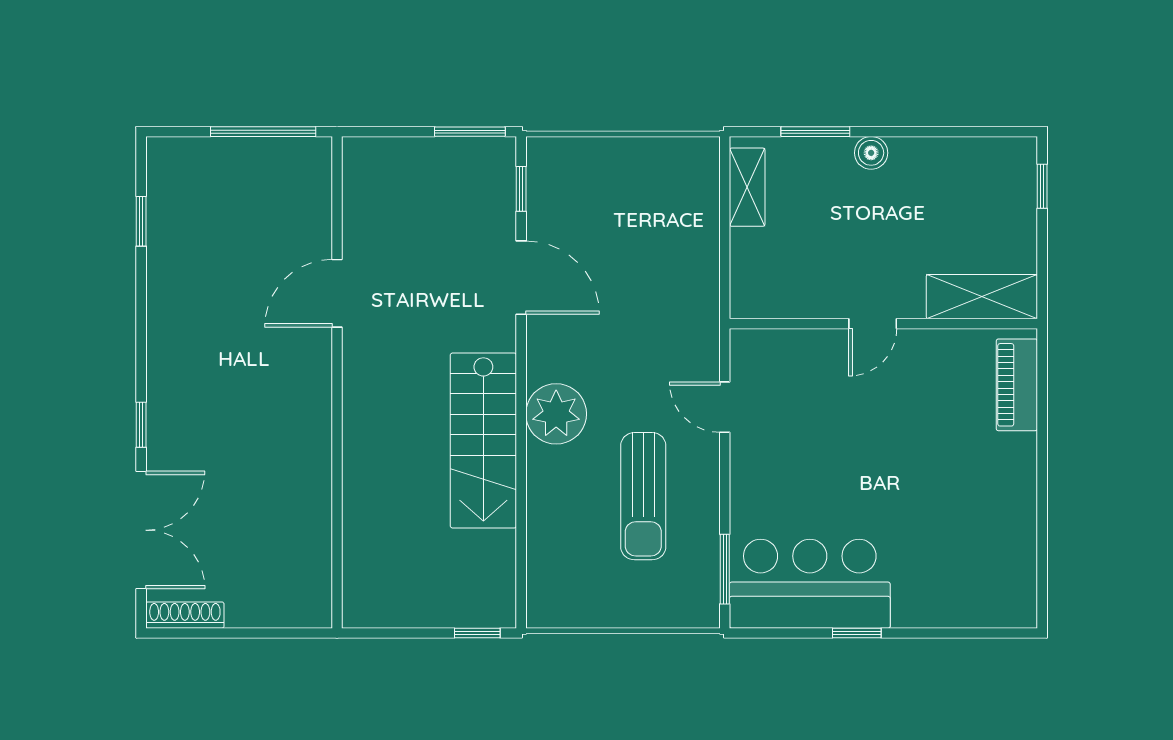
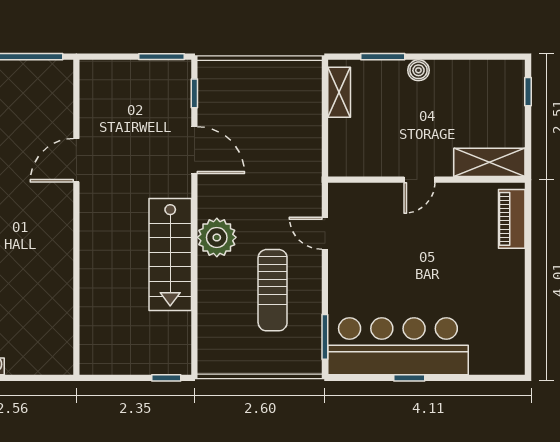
bar counter: (810, 584) -> (398, 346), width x1.36

